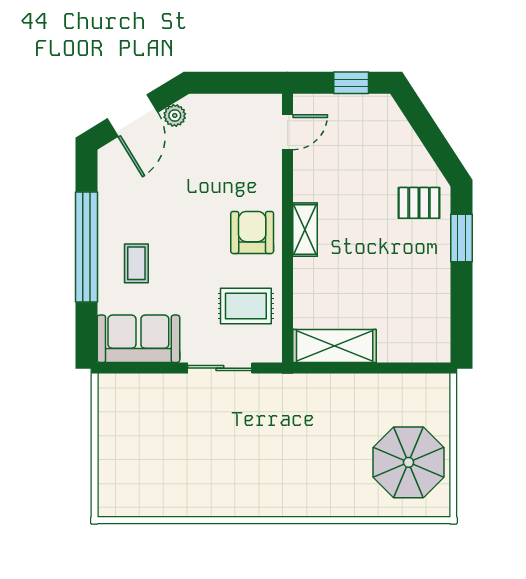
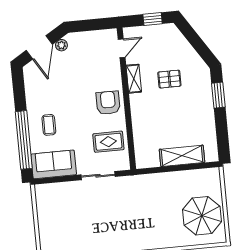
pallet: (419, 203) -> (169, 79), moved
shelving: (305, 230) -> (134, 79), moved
window: (86, 247) -> (24, 140), moved
shelving: (335, 346) -> (182, 156), moved

